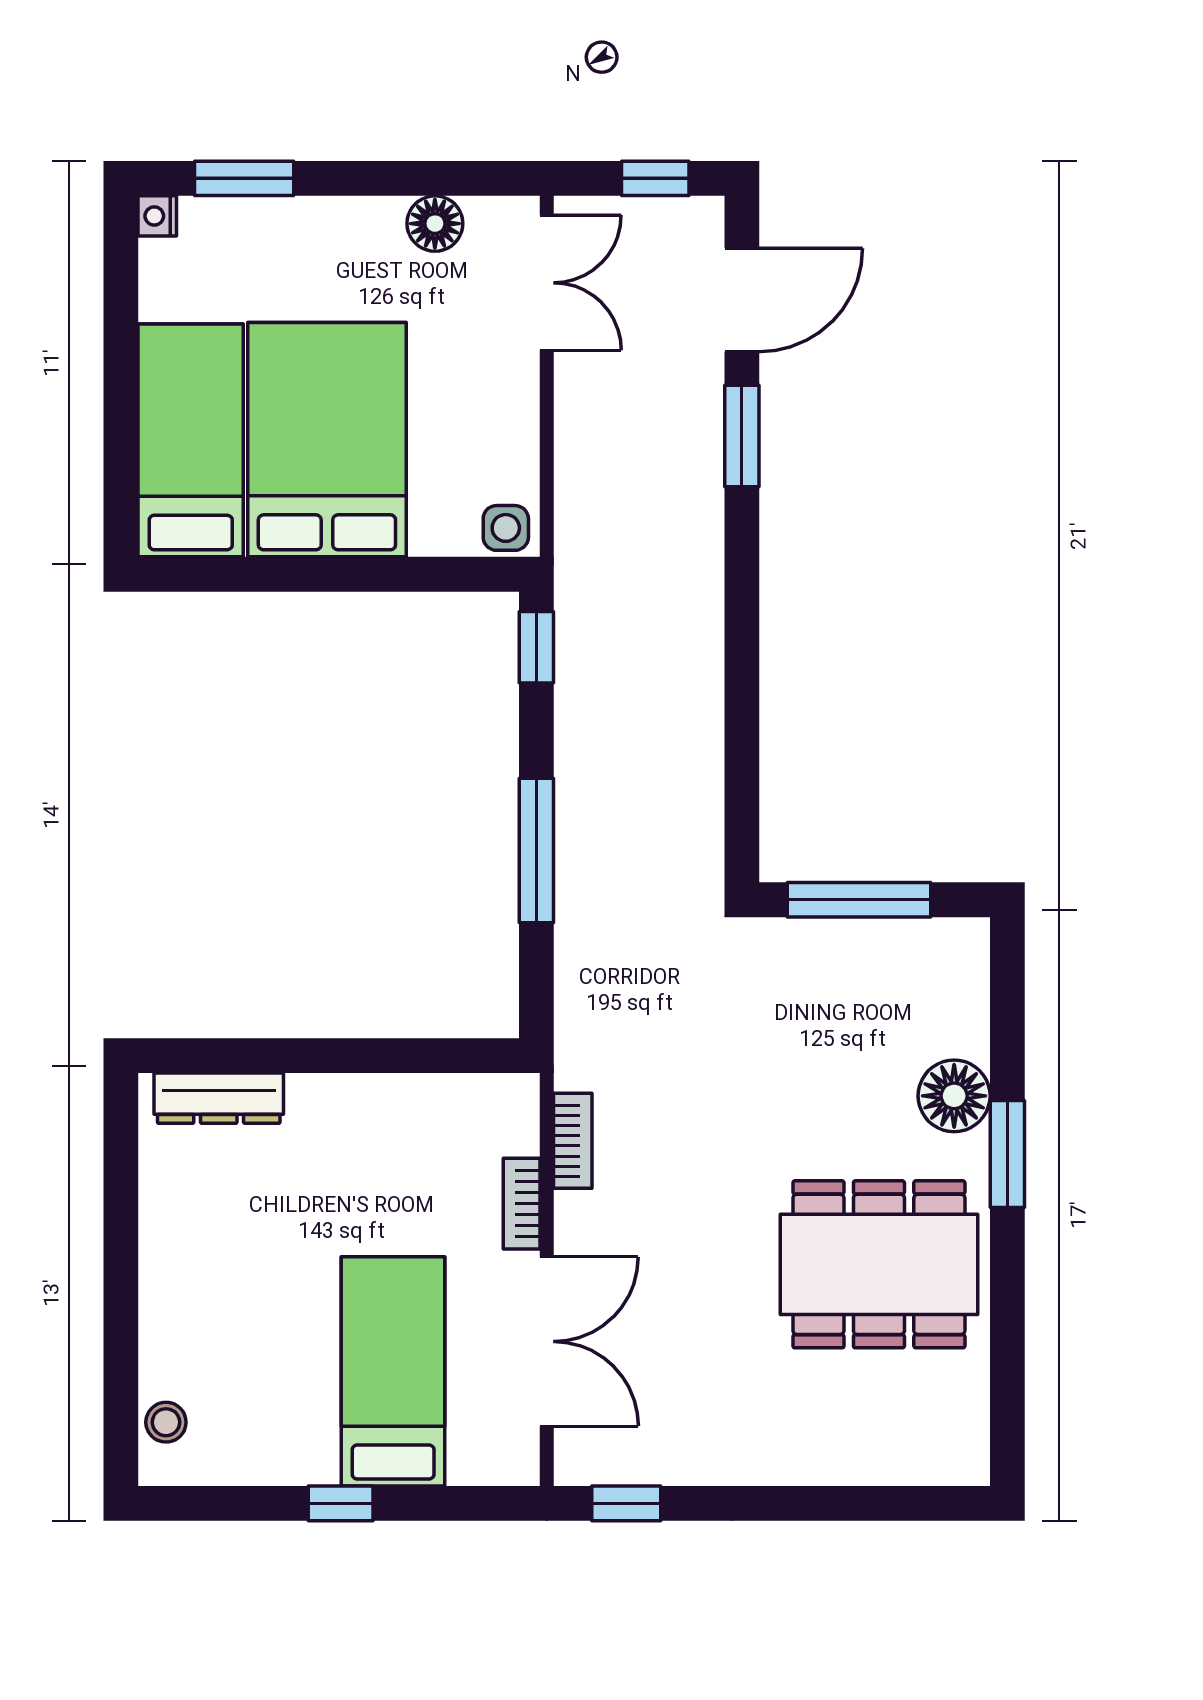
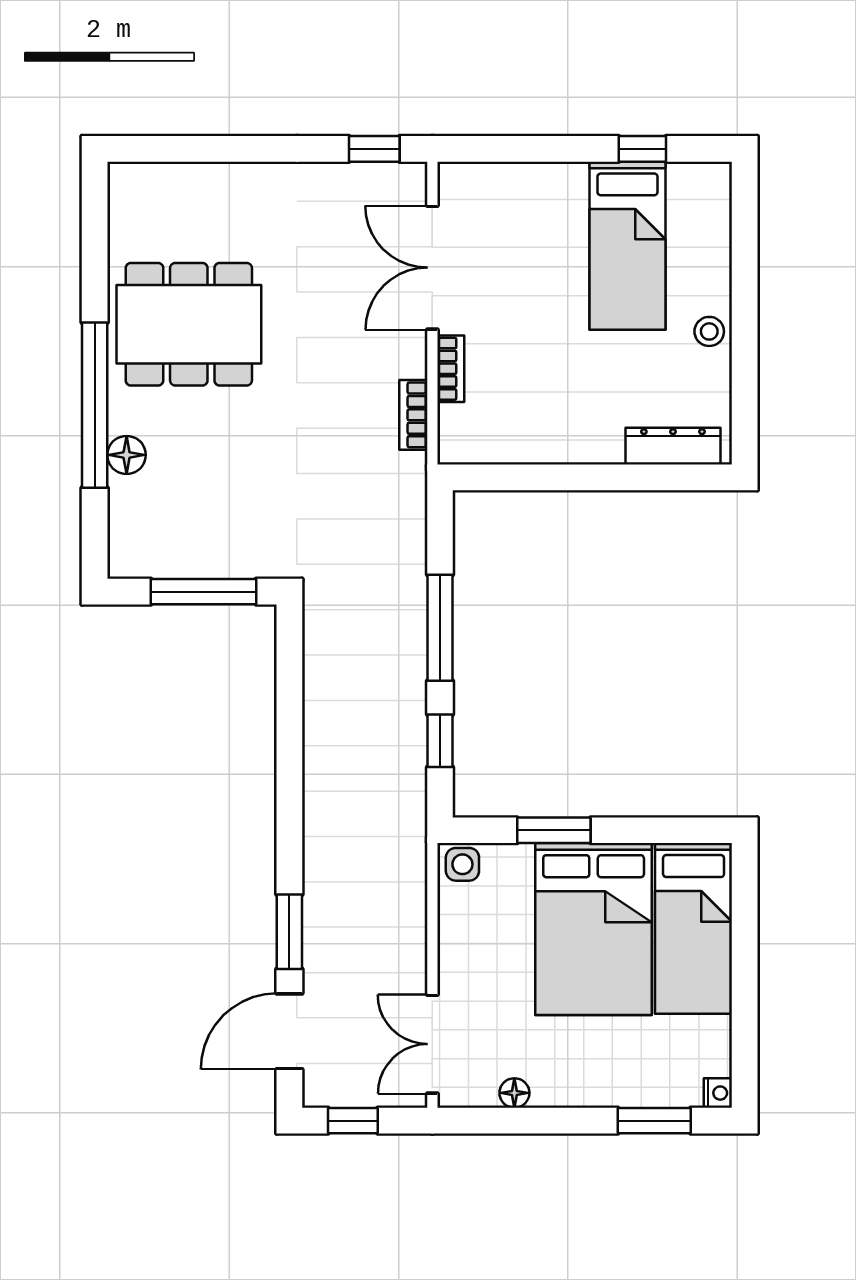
floor lamp: (435, 224) -> (514, 1093), width x0.73, depth x0.73
window: (381, 574) -> (554, 830), added
window: (536, 647) -> (440, 741), moved
floor lamp: (954, 1096) -> (127, 455), width x0.73, depth x0.73
window: (1007, 1154) -> (95, 405), width x2.11
bed: (393, 1371) -> (627, 246), moved
stool: (166, 1422) -> (709, 331), moved
window: (341, 1503) -> (642, 149), moved

